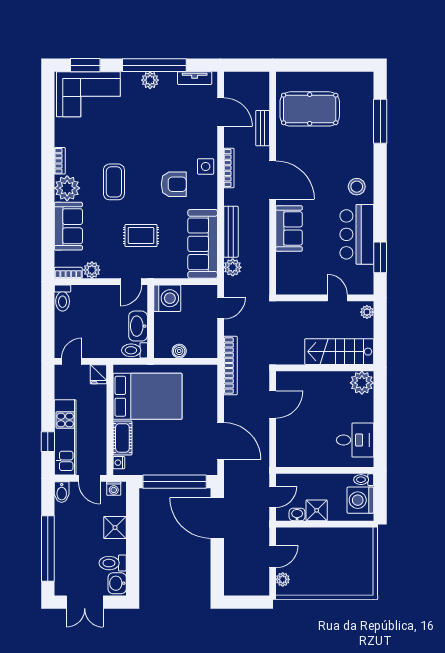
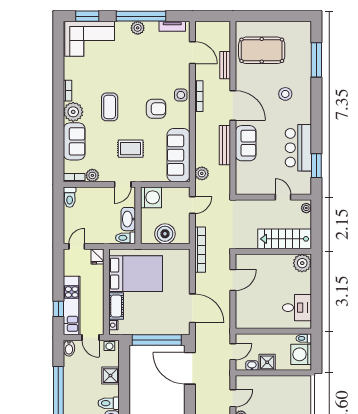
stool: (357, 187) -> (285, 94), moved
bench: (231, 232) -> (225, 145), moved
boiler: (179, 351) -> (165, 234), width x1.86, depth x1.86

